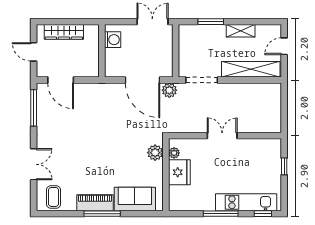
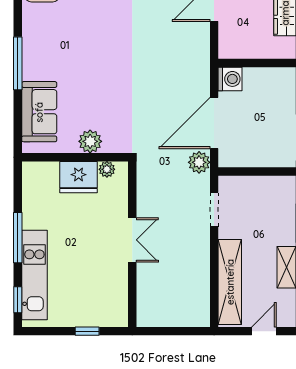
washing machine: (113, 40) -> (230, 79), moved, turned -90
door: (284, 46) -> (264, 331), hinge flipped
doorway: (202, 80) -> (214, 210), width x0.73
plant: (155, 153) -> (90, 141), moved
piano: (95, 203) -> (34, 53), removed

